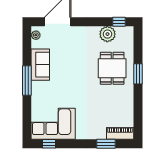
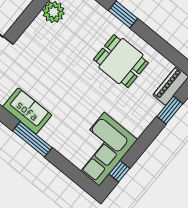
dining table: (112, 68) -> (121, 61), moved

